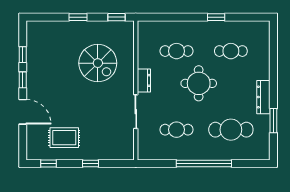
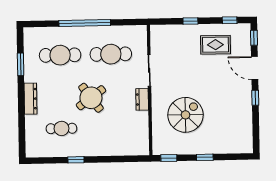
cafe table: (177, 51) -> (112, 127), removed
window: (23, 55) -> (254, 38), moved
spiral stairs: (98, 63) -> (185, 115), turned 90
round table: (199, 83) -> (91, 98), turned -36
dresser: (263, 97) -> (31, 99), moved
cafe table: (177, 130) -> (111, 54), width x1.37, depth x1.35

